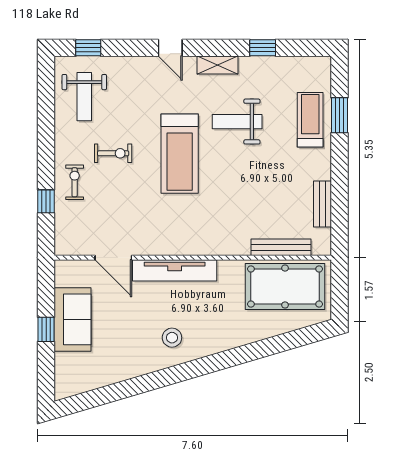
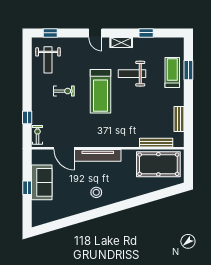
exercise bike: (75, 182) -> (38, 135), moved

